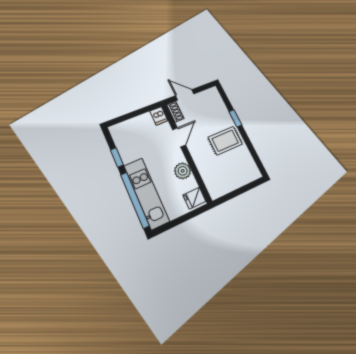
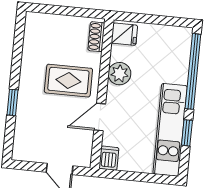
shoe rack: (175, 112) -> (96, 37), moved
rug: (225, 141) -> (68, 81), moved
kitchen unit: (146, 193) -> (170, 130), moved

